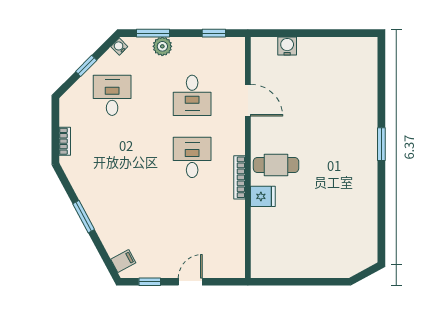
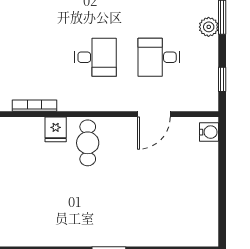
water cooler: (287, 46) -> (209, 132), moved
bookcase: (240, 177) -> (34, 106), moved

